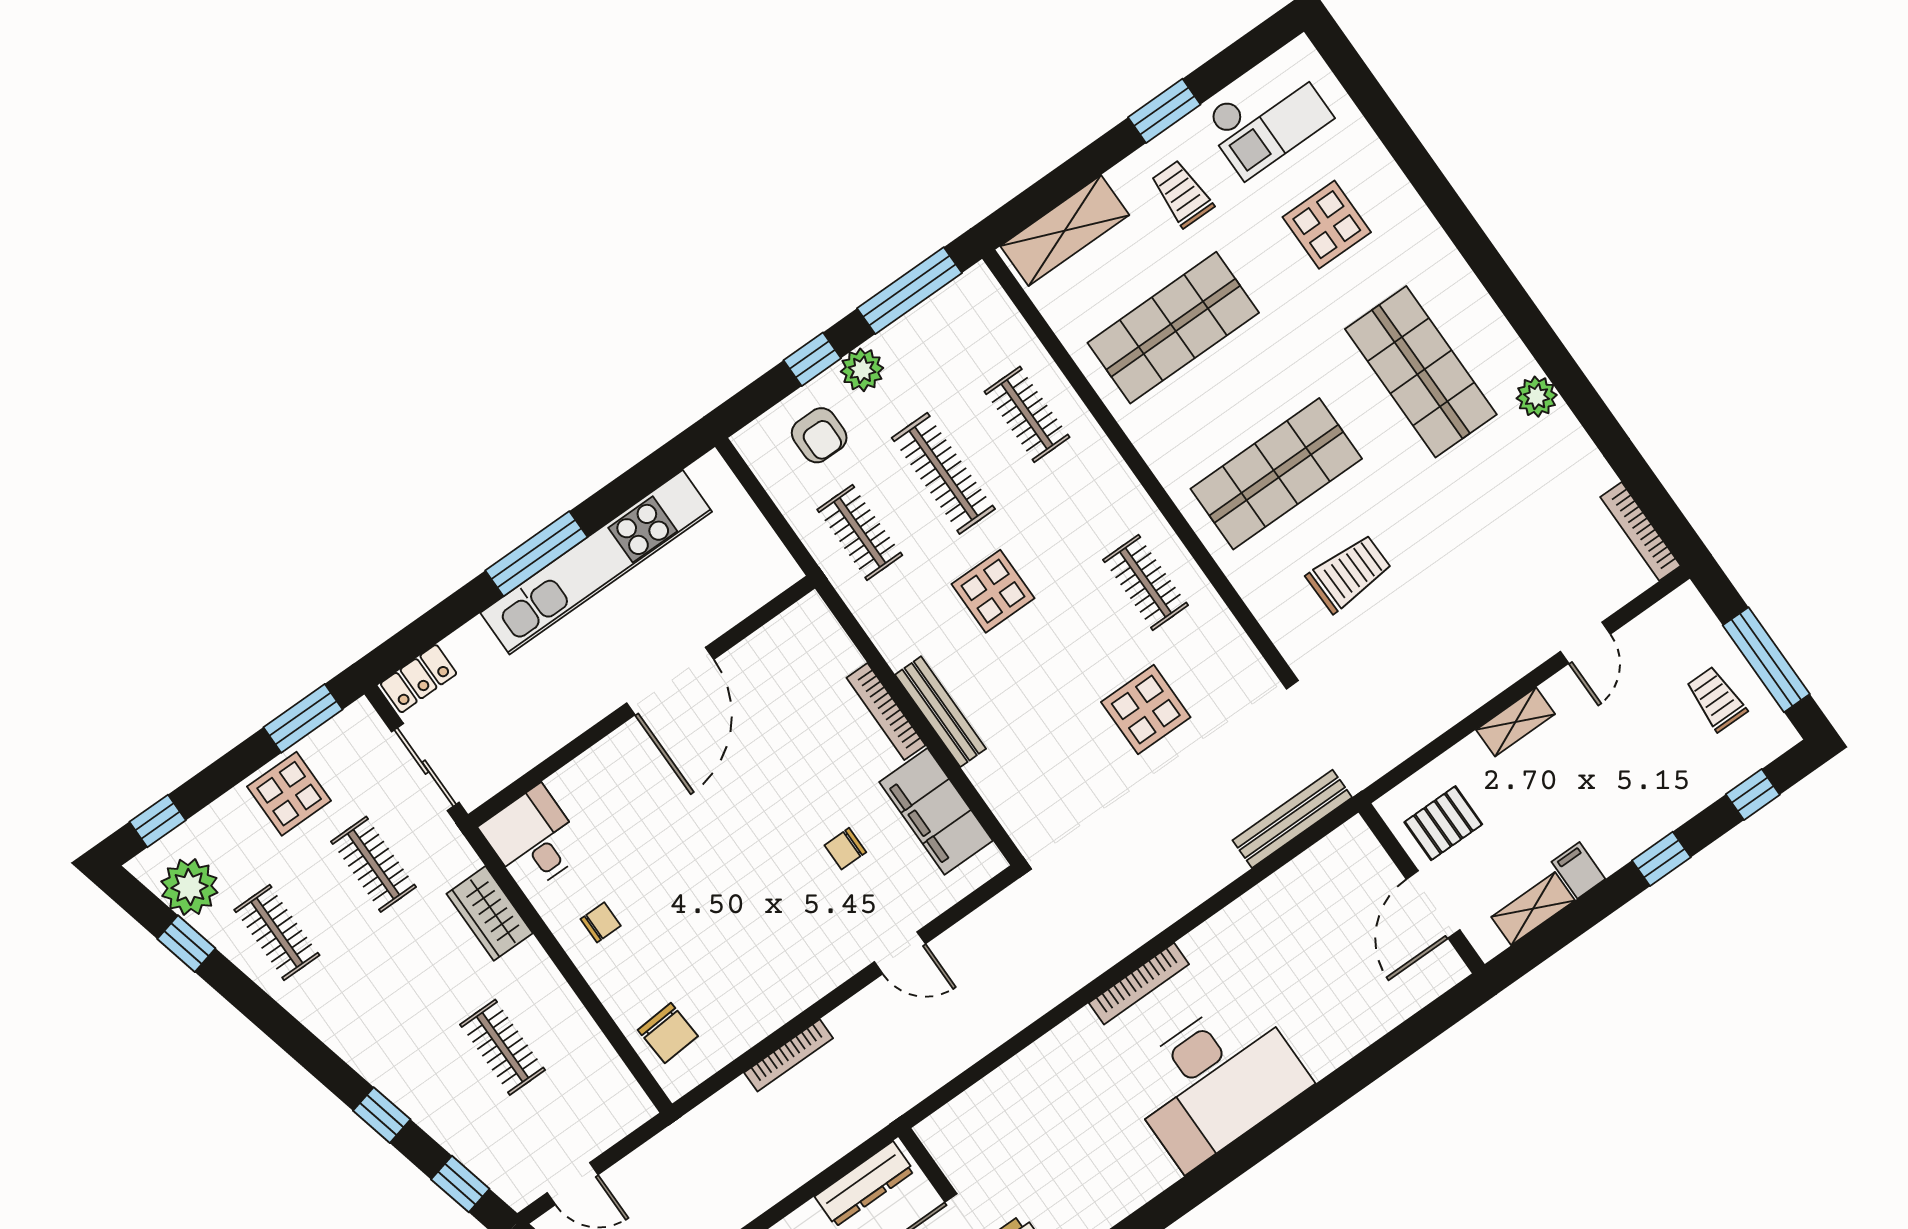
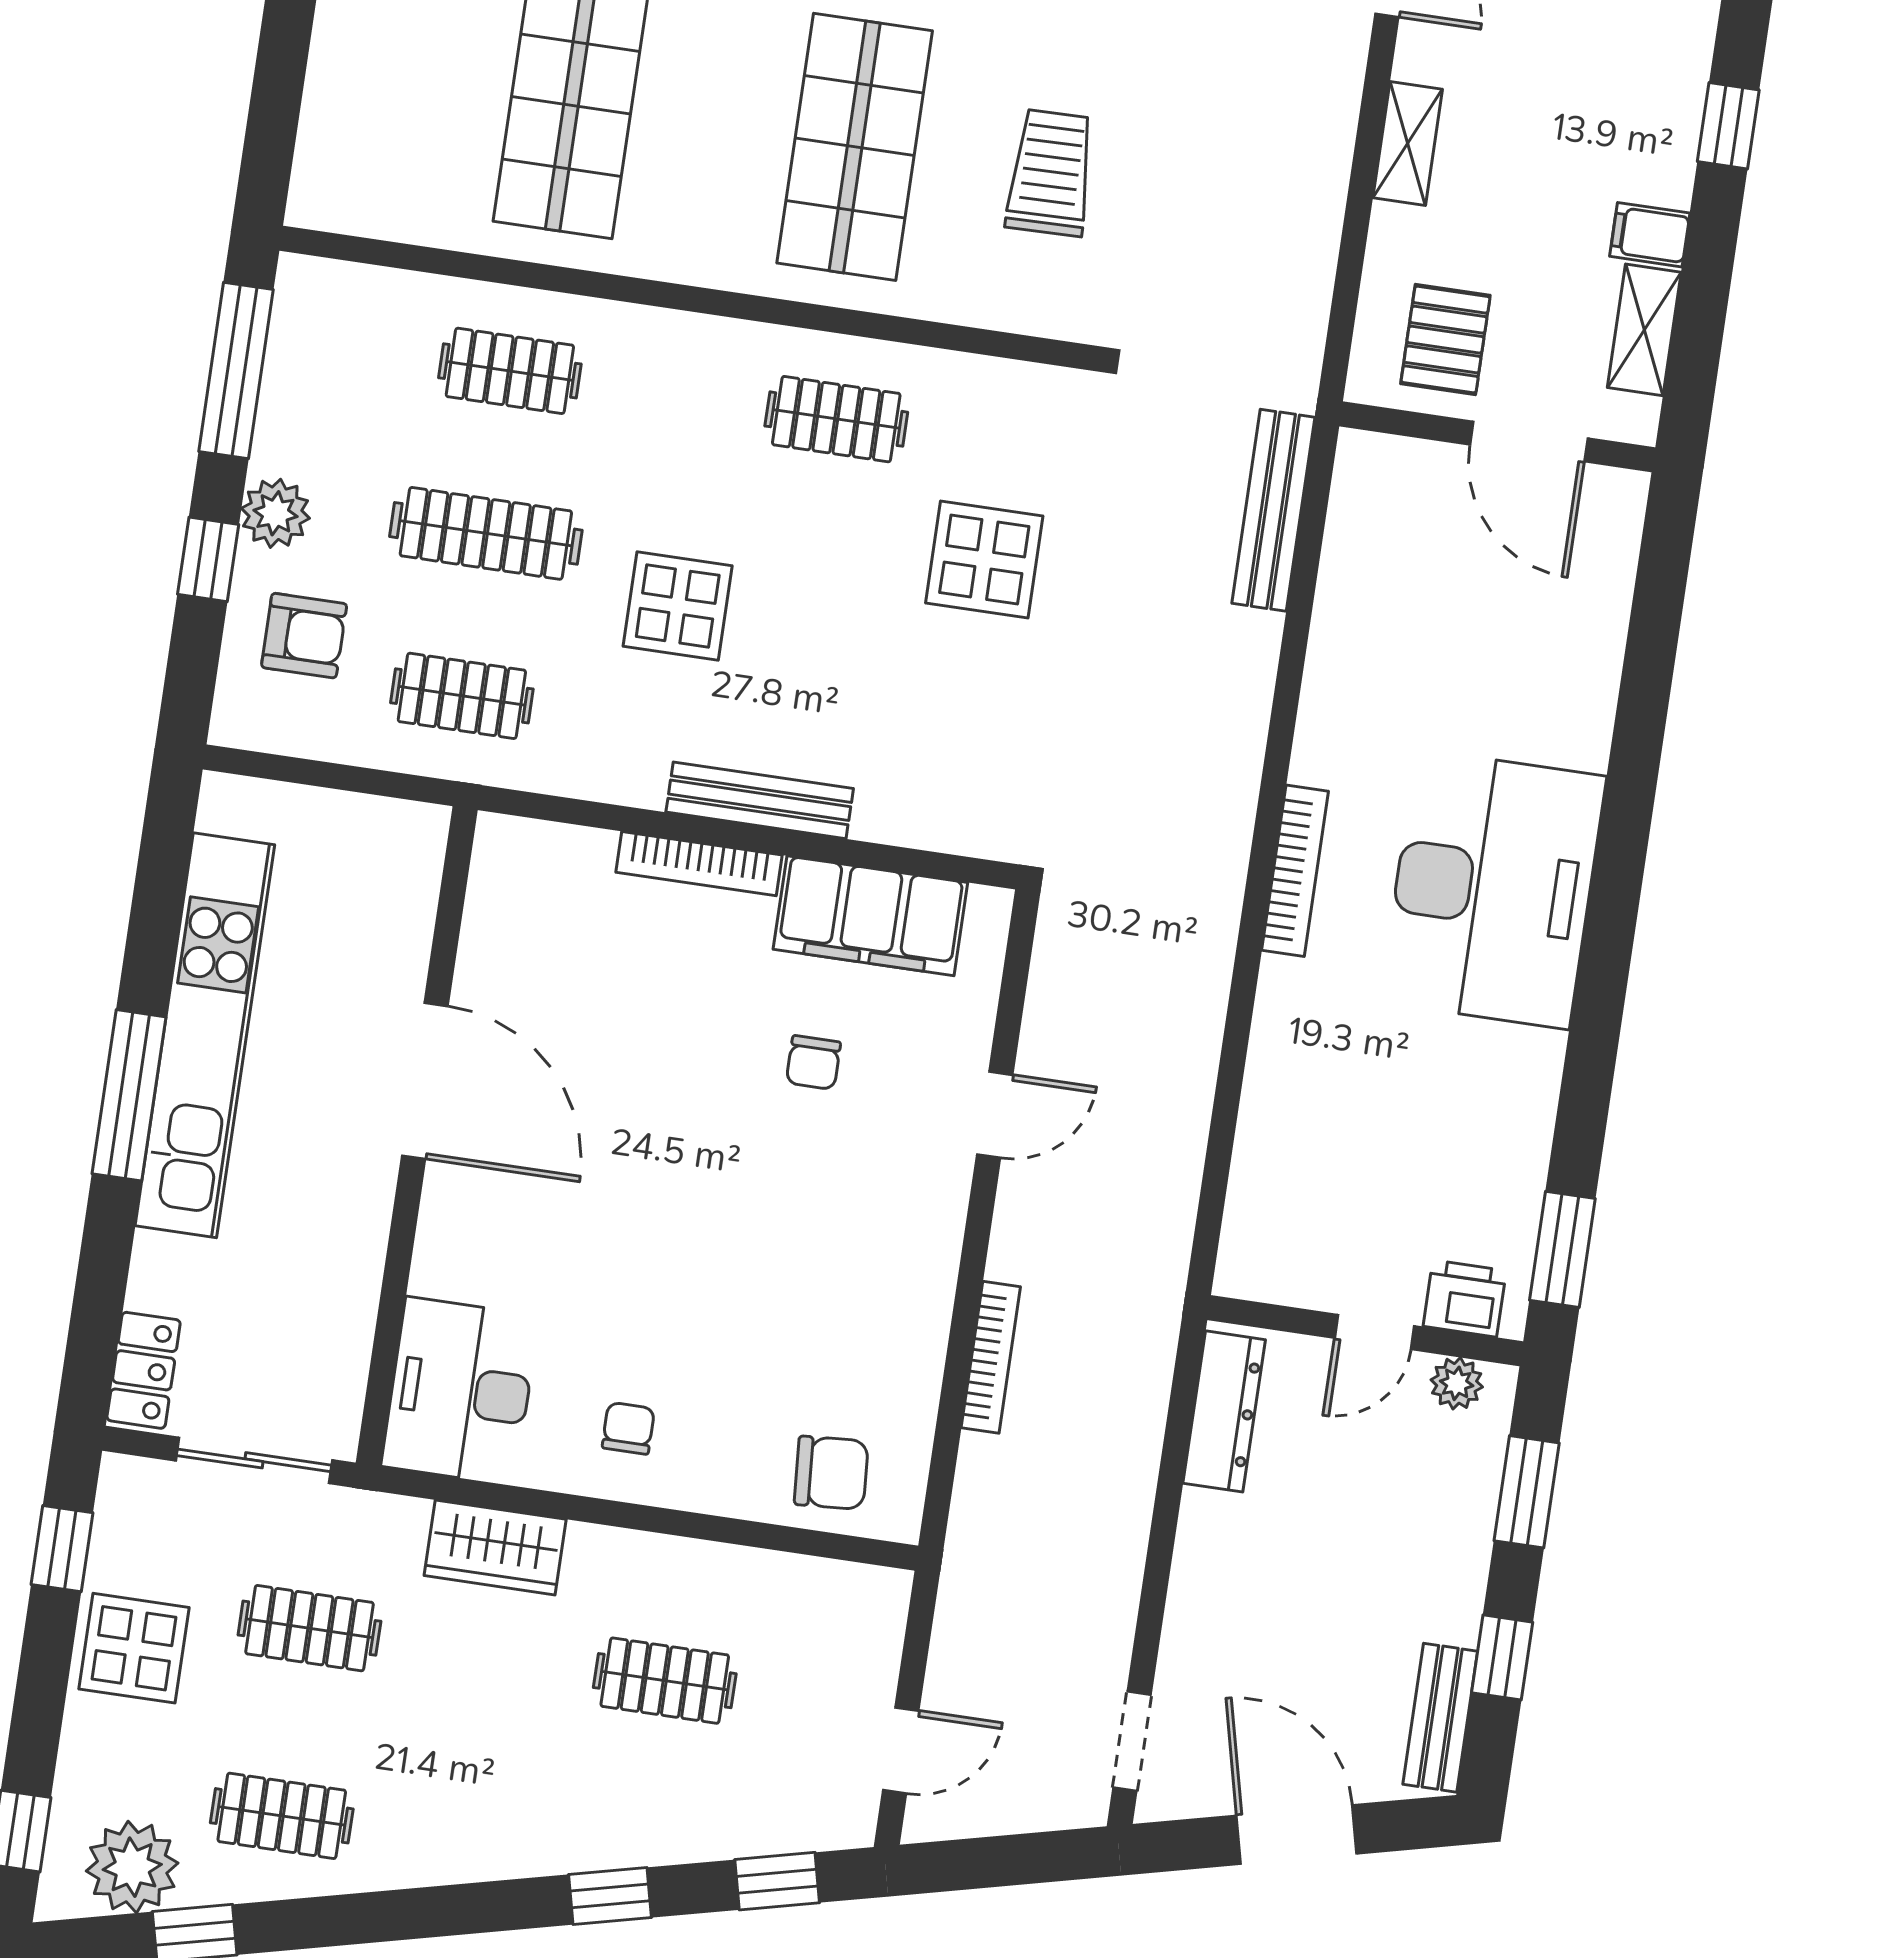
shelving: (1065, 231) -> (338, 124), removed
window: (303, 718) -> (62, 1549), width x0.67
desk: (533, 839) -> (460, 1391), width x1.37

